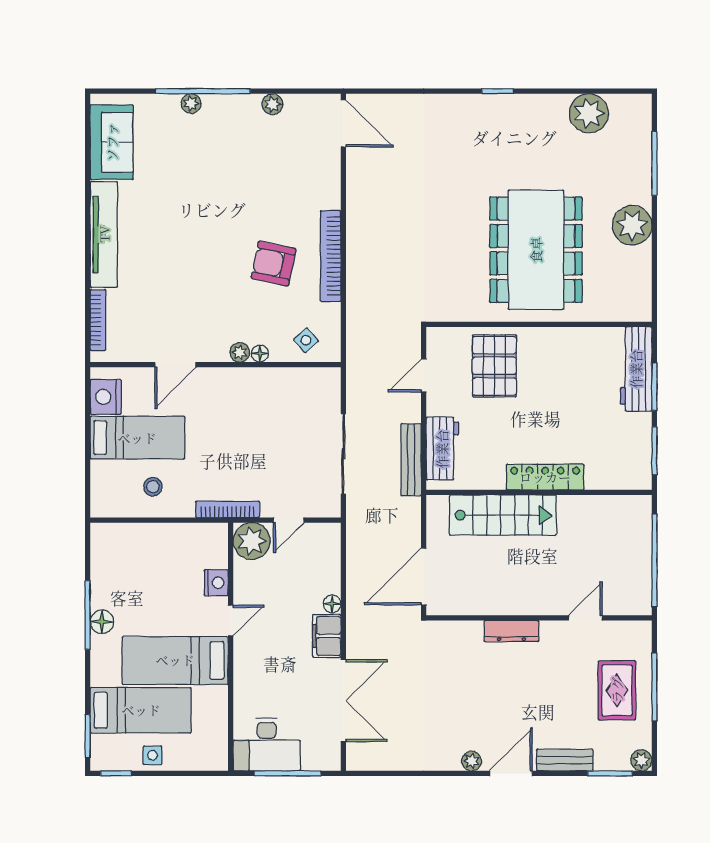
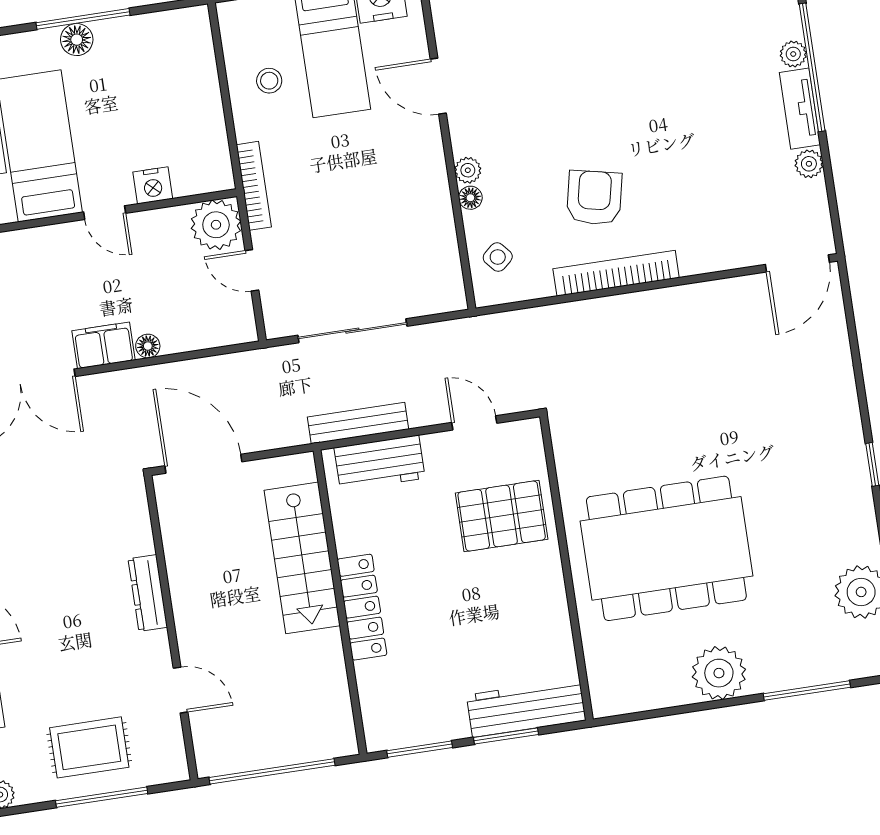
tv unit: (231, 105) -> (800, 109), added

